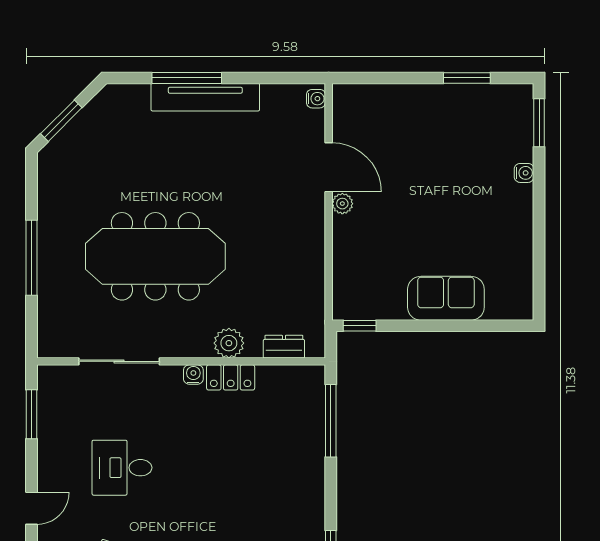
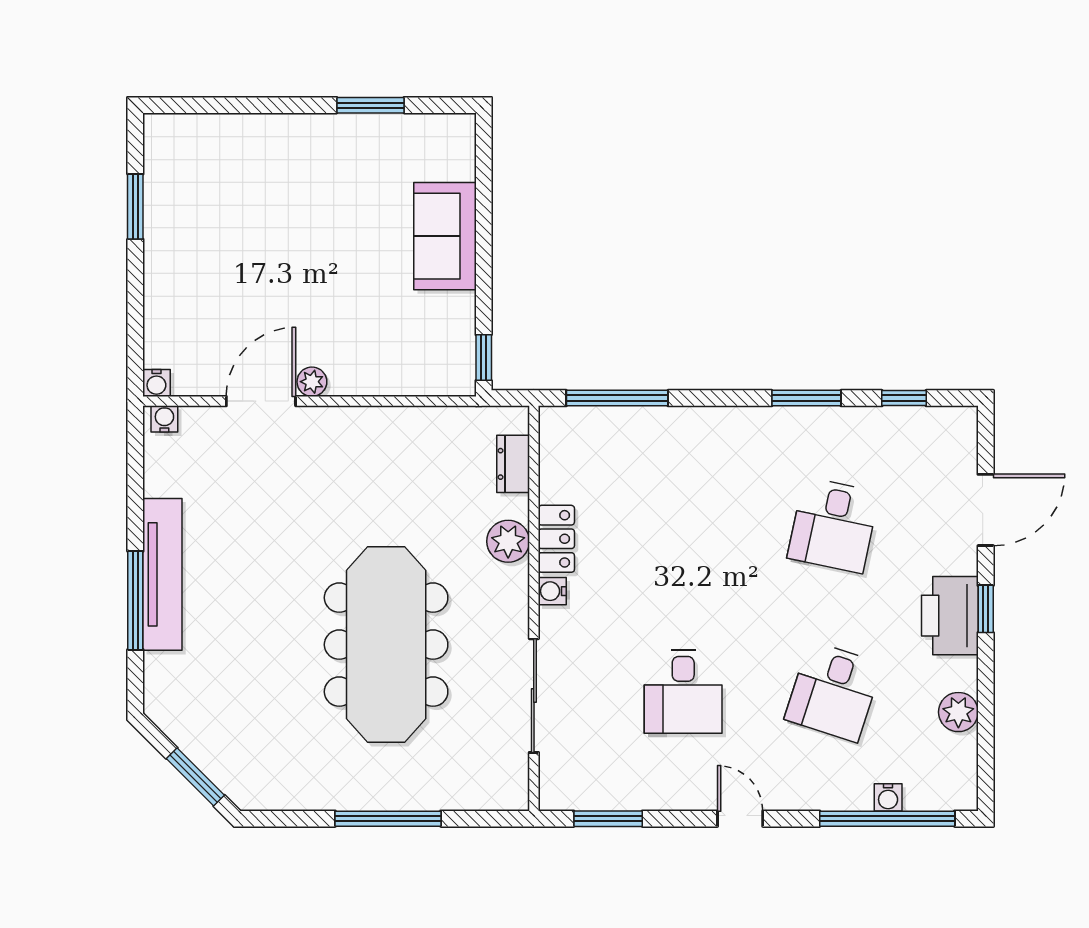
window: (539, 123) -> (370, 105), moved
water cooler: (524, 173) -> (156, 383), moved, turned 180

